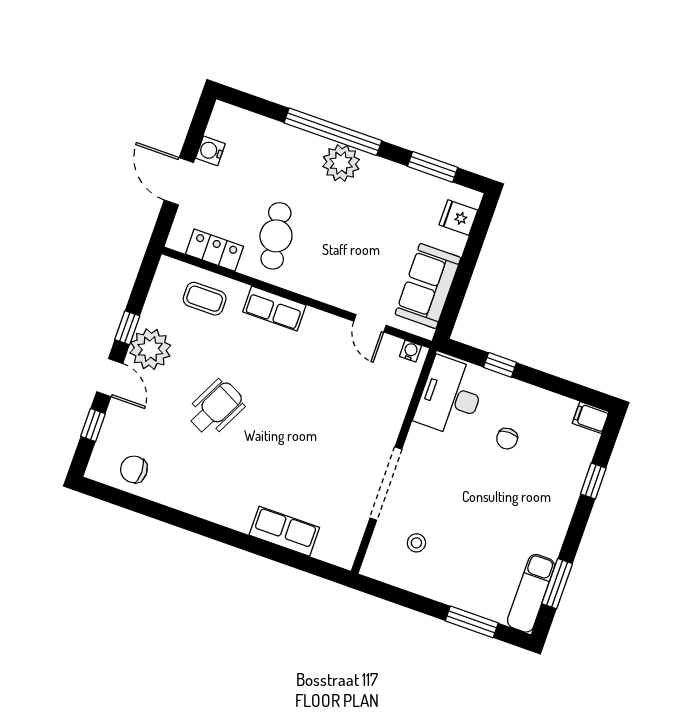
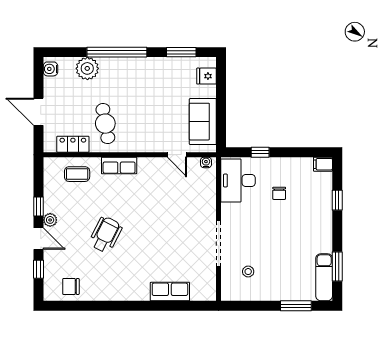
water cooler: (210, 151) -> (50, 69), moved
plant: (341, 163) -> (87, 68), moved
plant: (150, 349) -> (50, 220), width x0.53, depth x0.53

